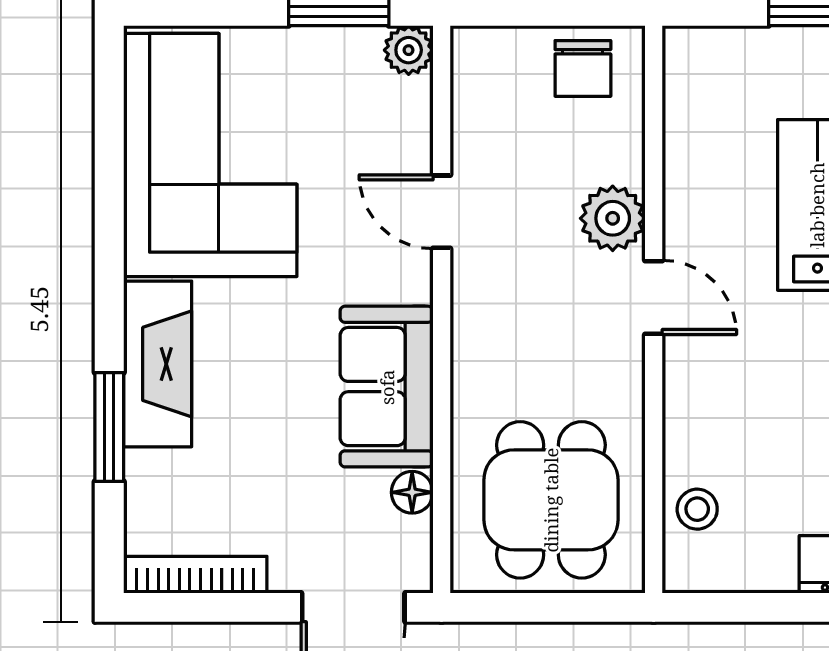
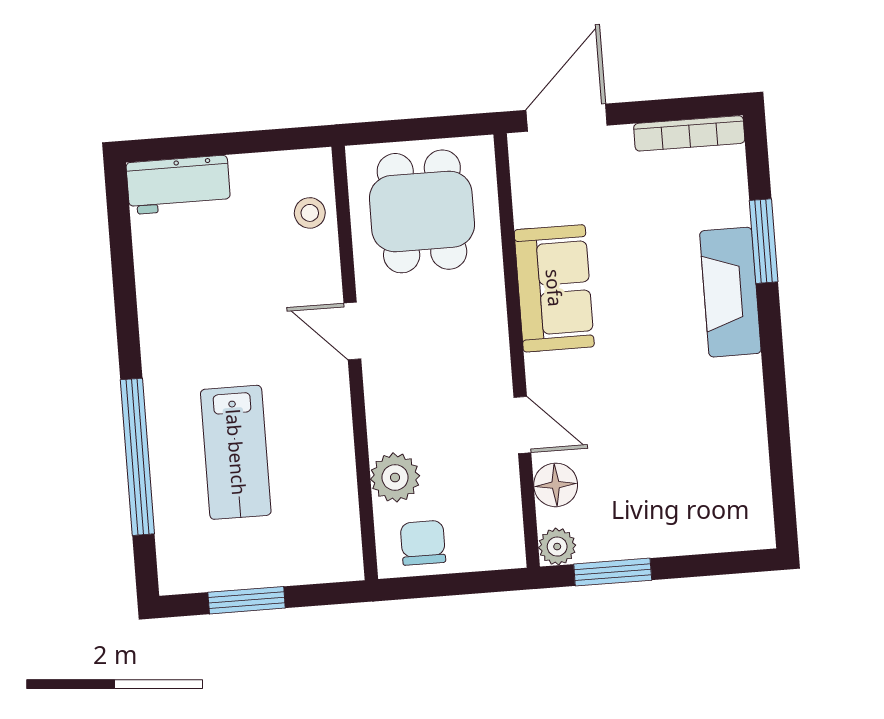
corner sofa: (210, 155) -> (702, 455), removed
plant: (613, 218) -> (395, 477), moved
door: (654, 297) -> (352, 331), moved
floor lamp: (412, 492) -> (556, 485), moved, width x1.37, depth x1.37

